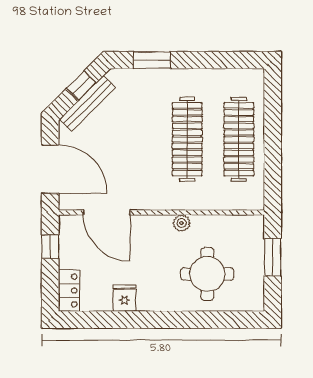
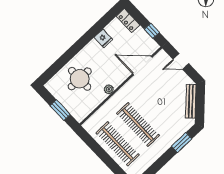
window: (81, 85) -> (200, 106), removed
door: (50, 169) -> (181, 61), width x0.53

